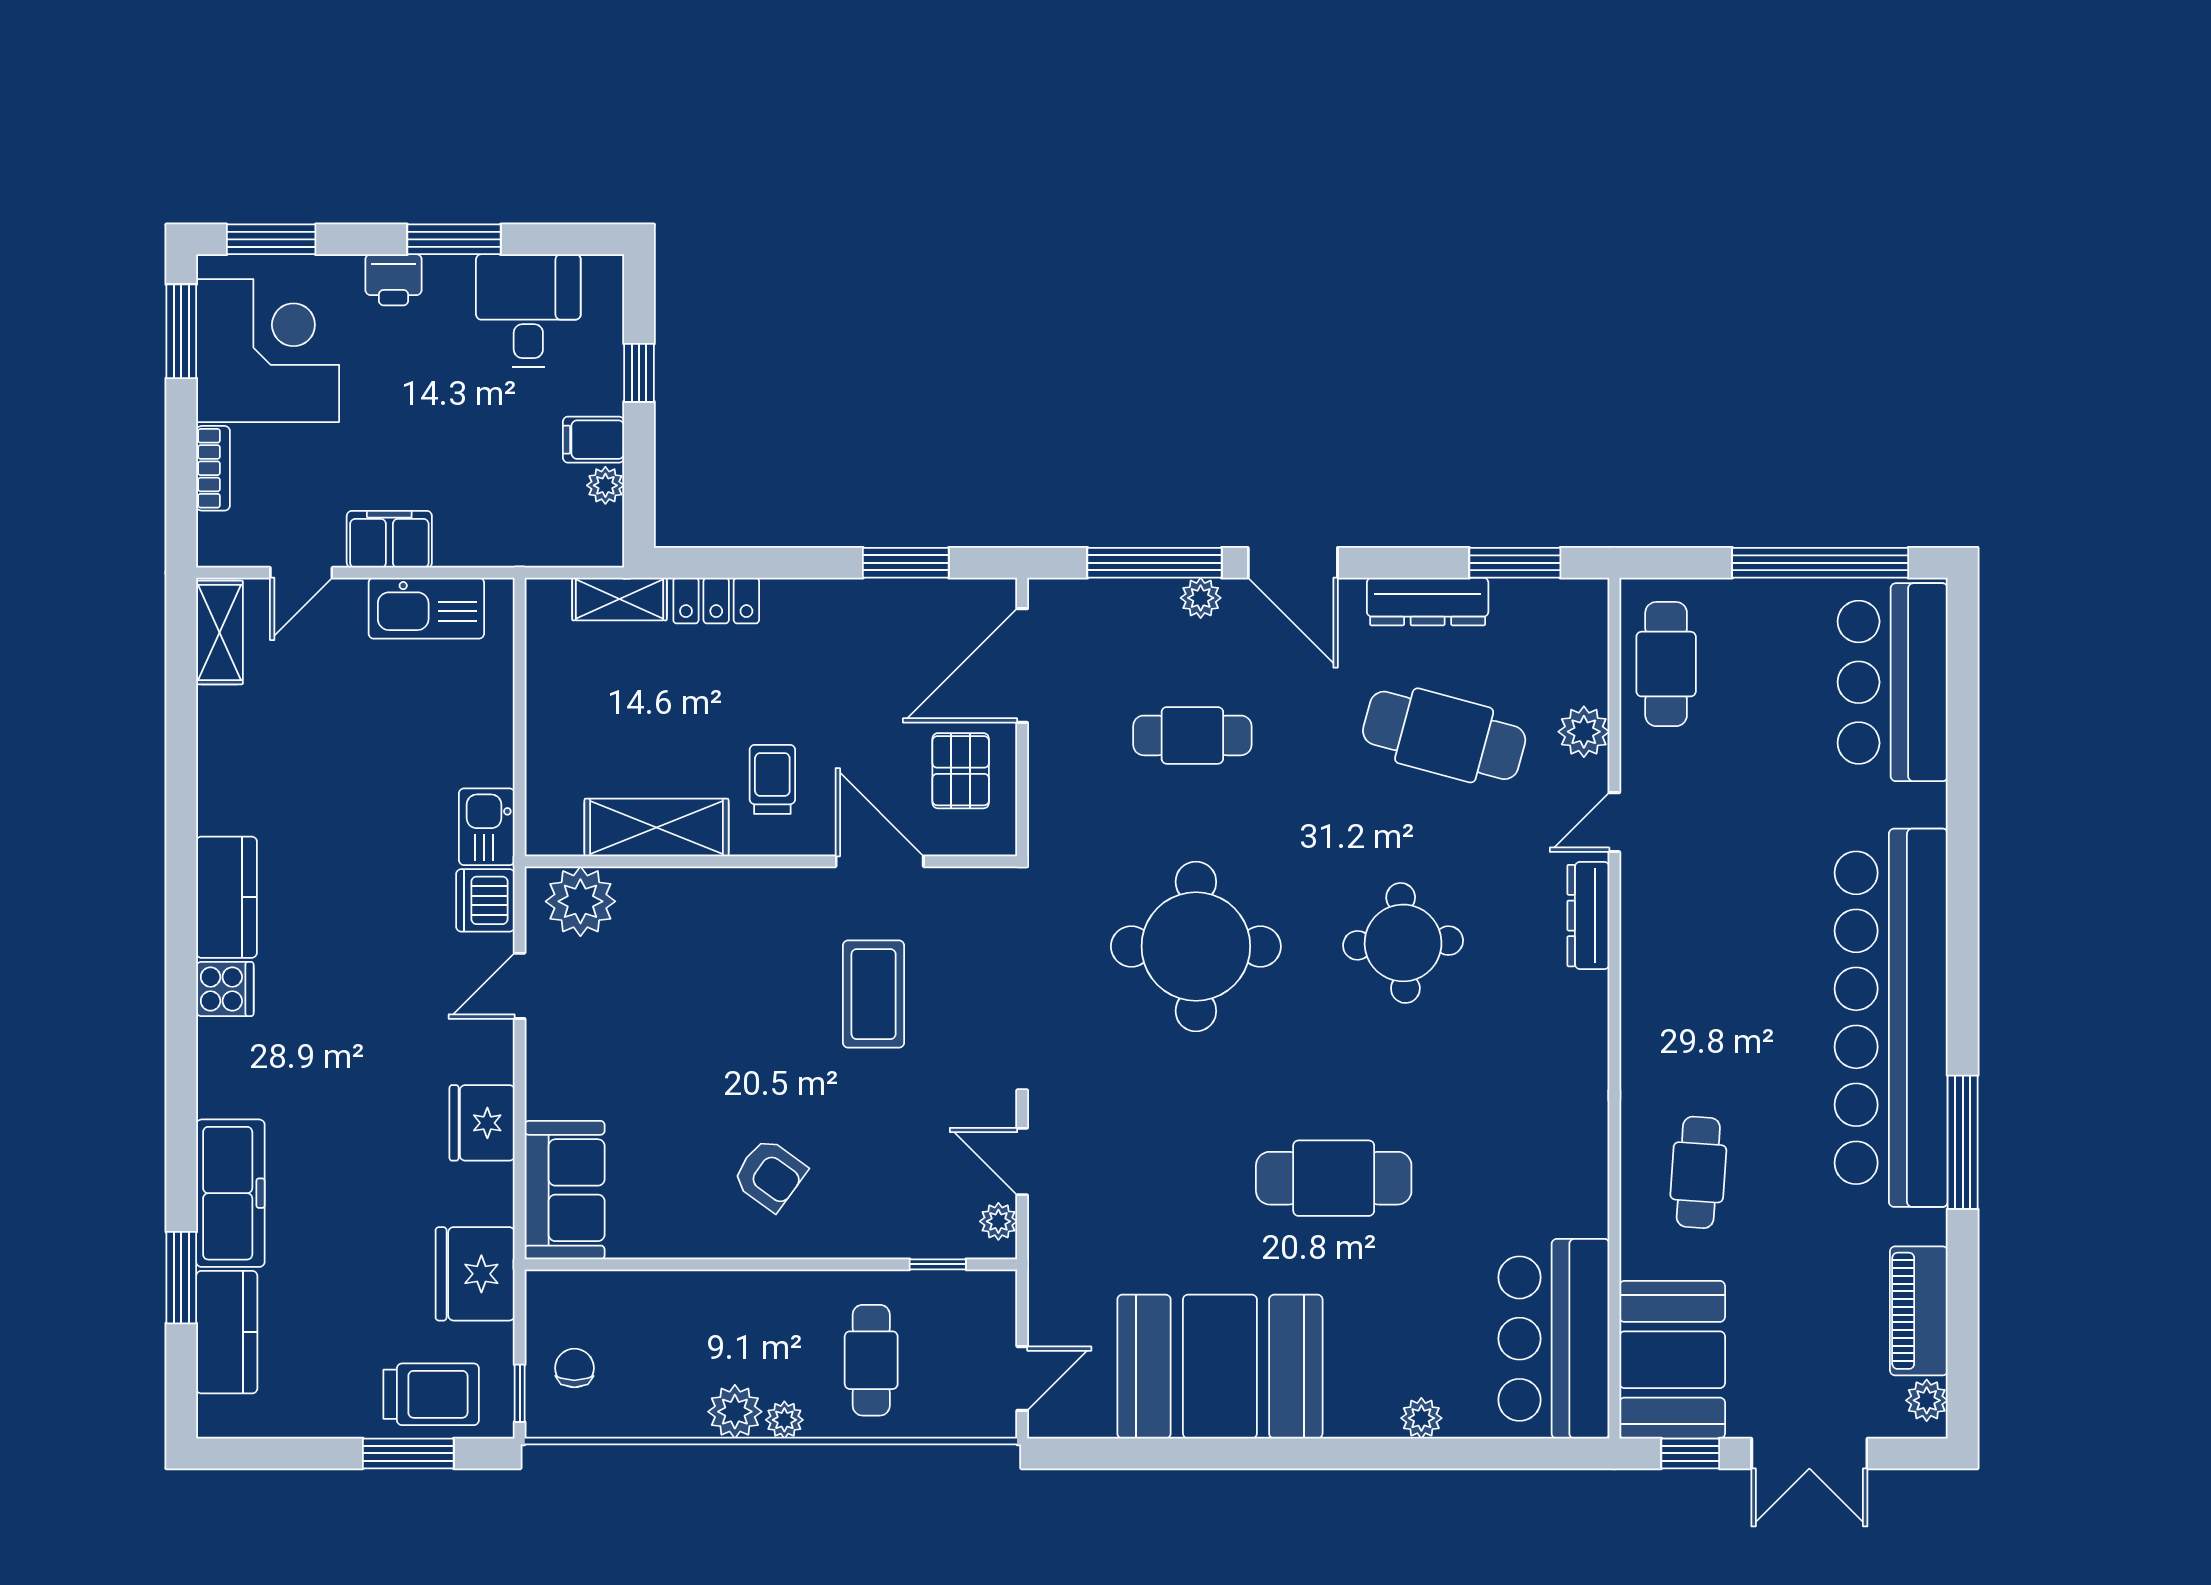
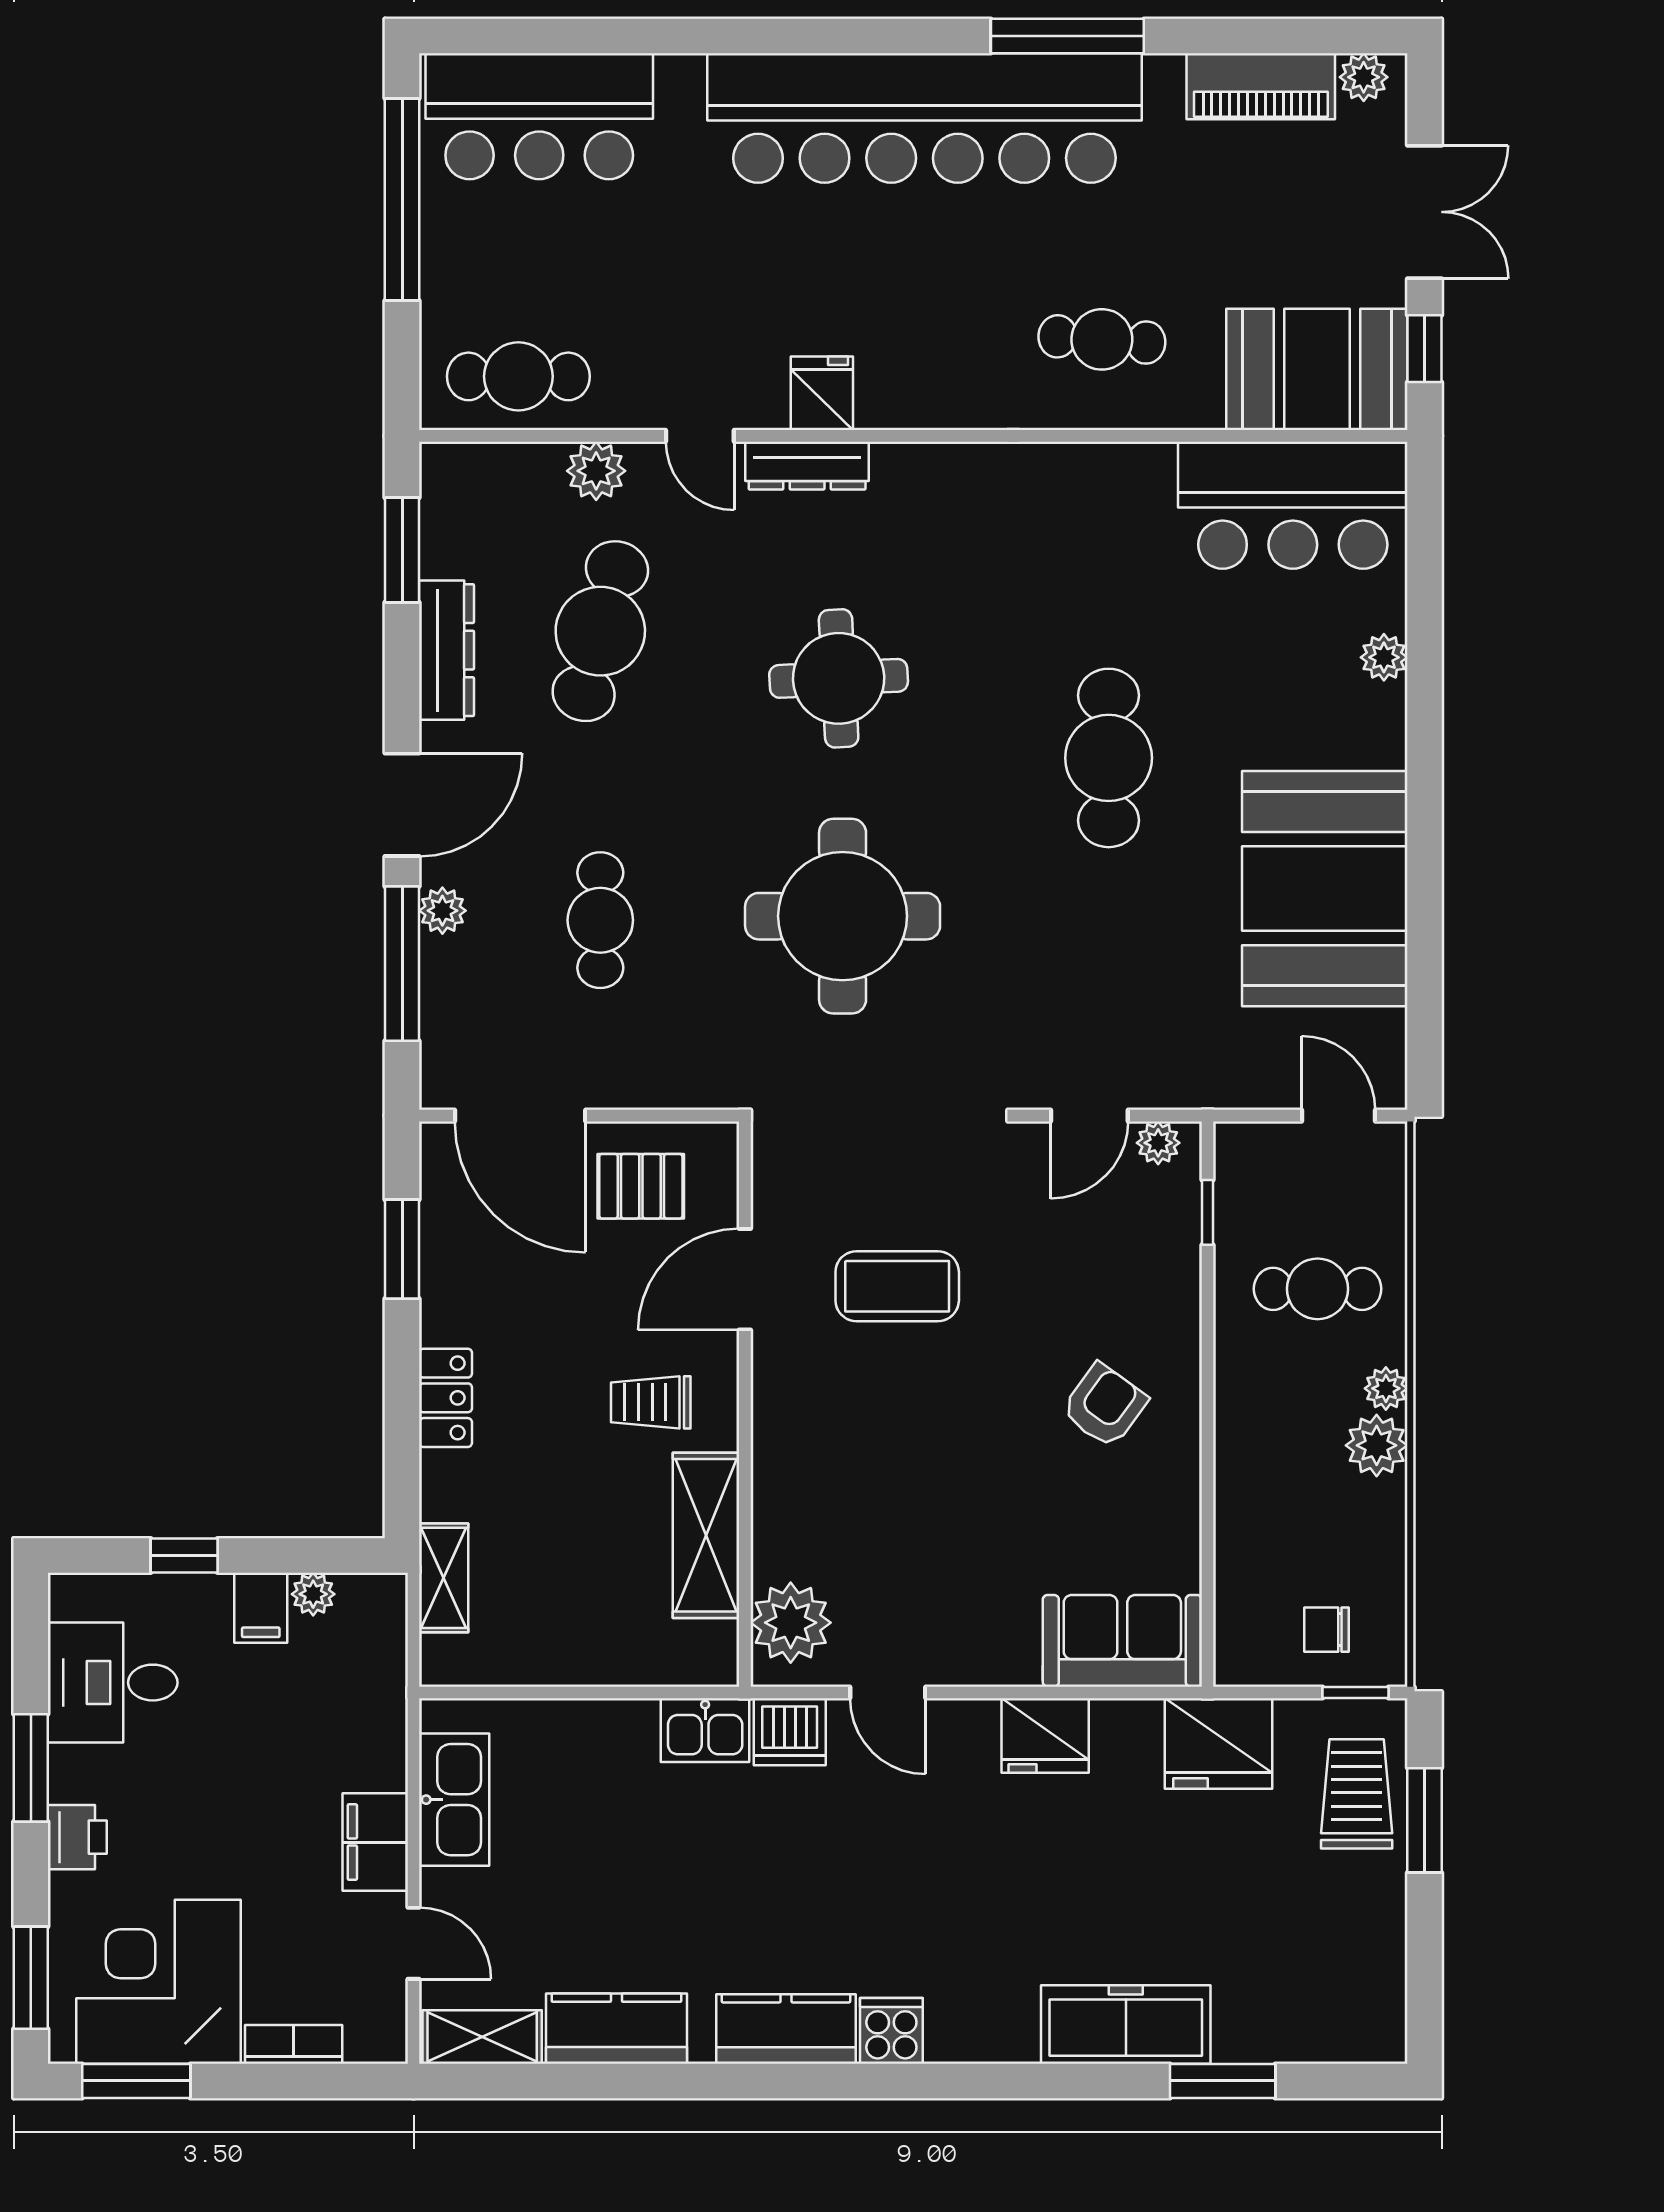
locker: (716, 601) -> (446, 1398), moved
fridge: (1651, 928) -> (822, 393), added
kitchen counter: (227, 1332) -> (616, 2029), moved

